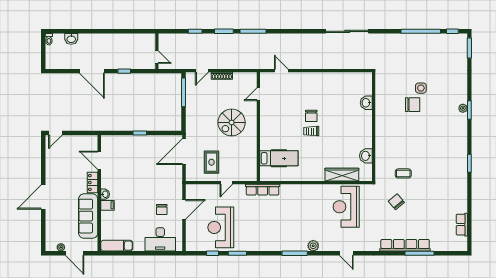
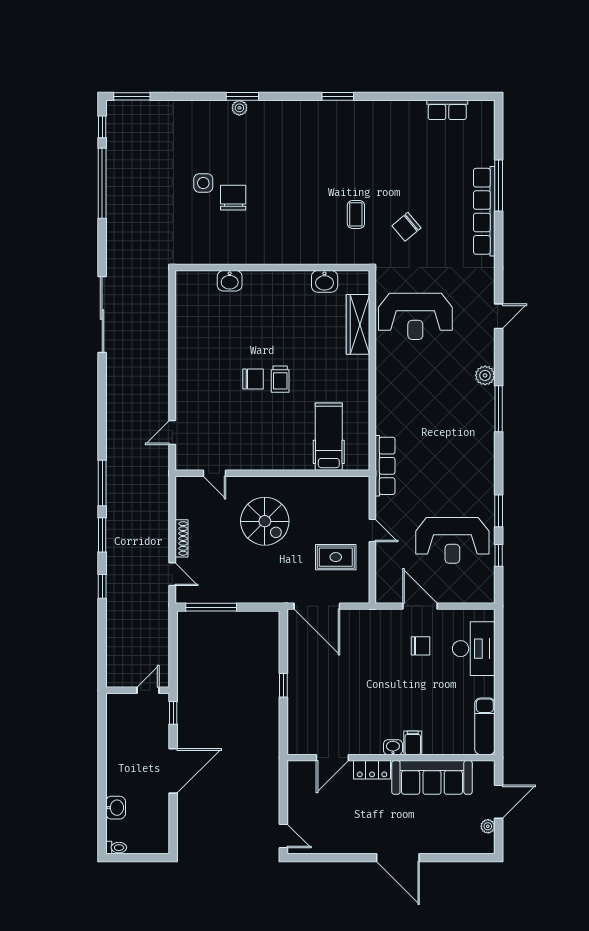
wall: (157, 51) -> (138, 690), moved
door: (157, 57) -> (148, 690), moved

